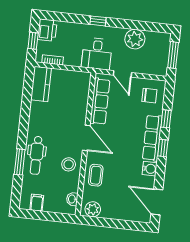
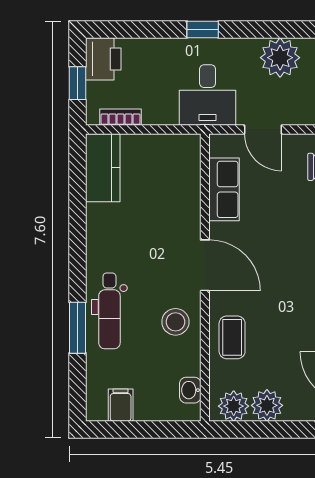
row of seats: (100, 101) -> (224, 189), width x0.68
plant: (109, 211) -> (267, 405), added

